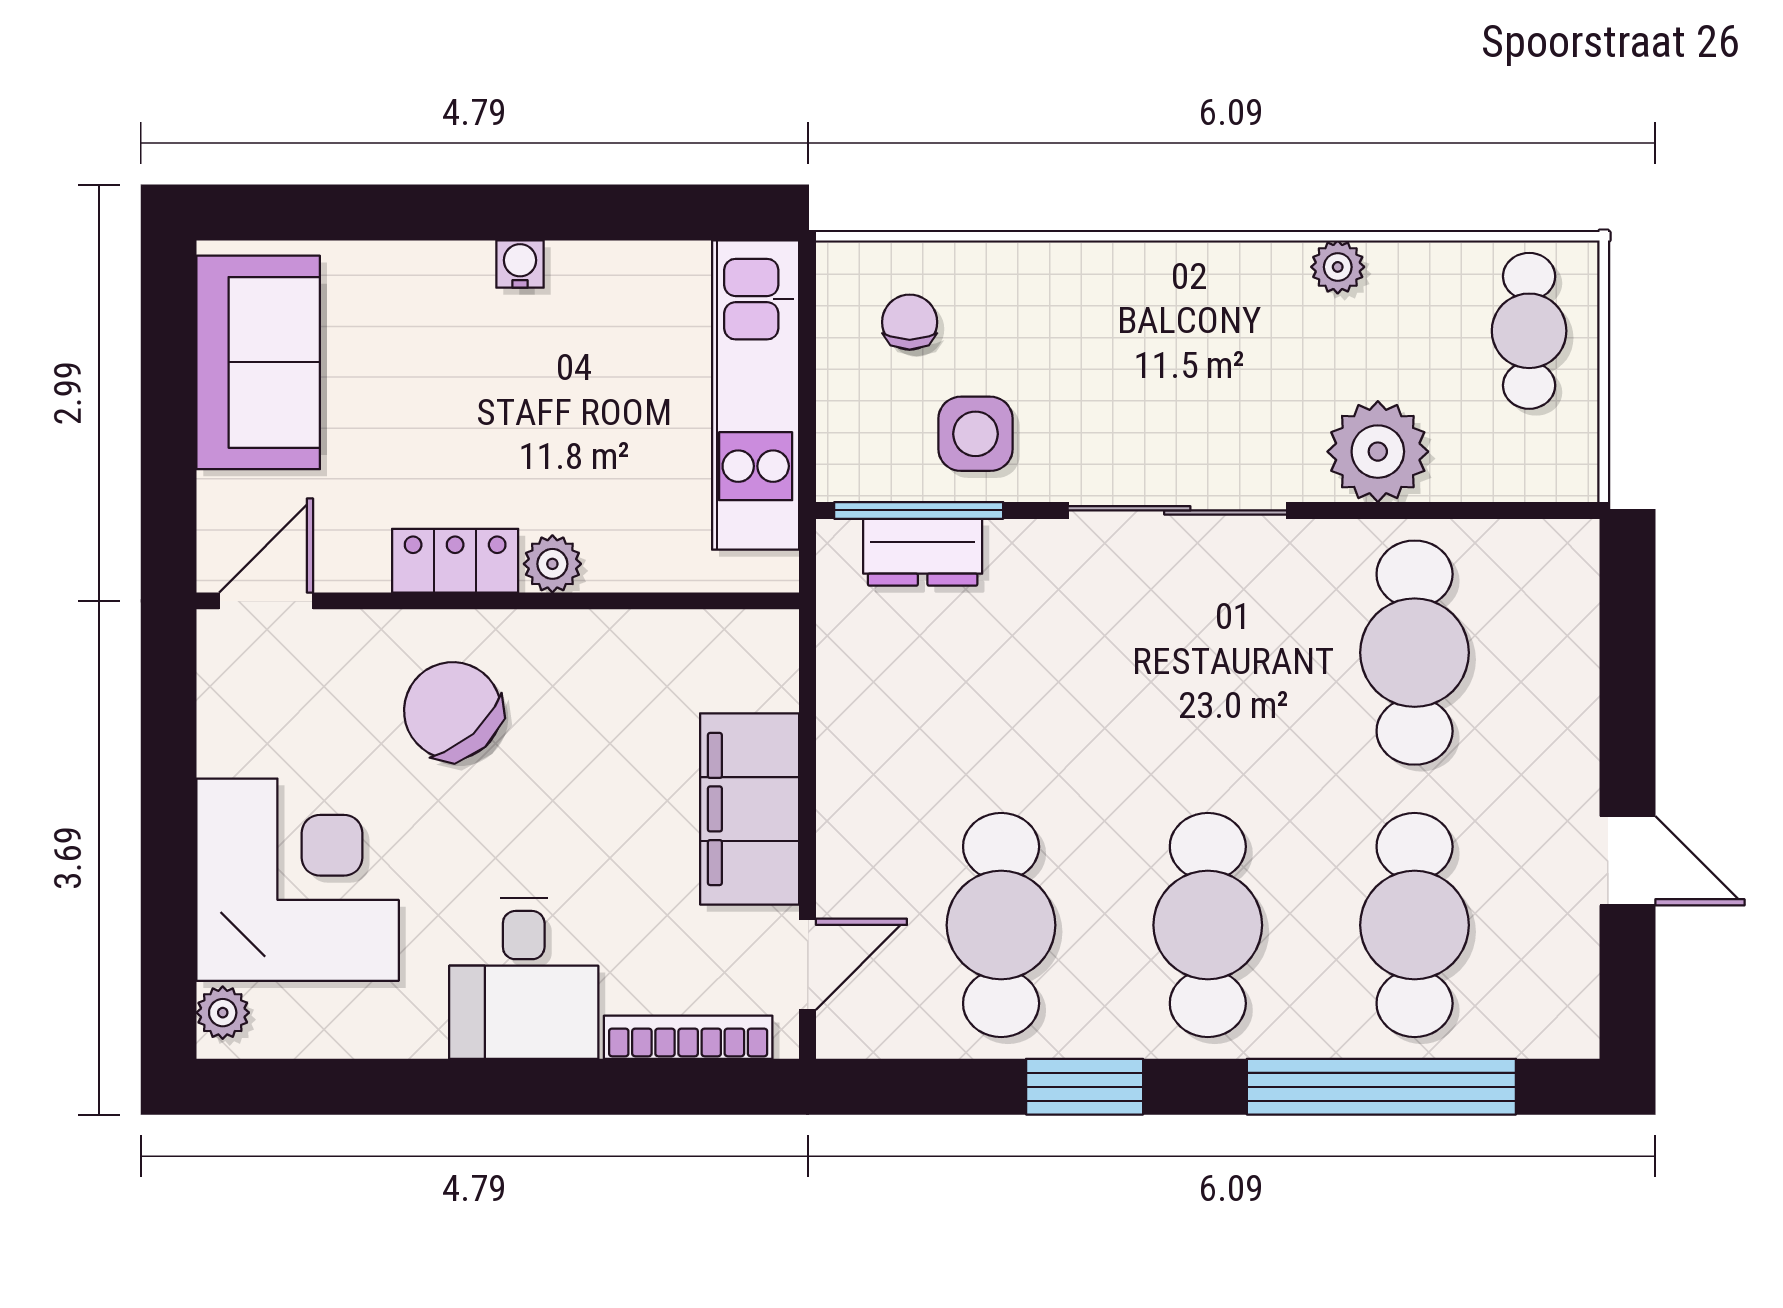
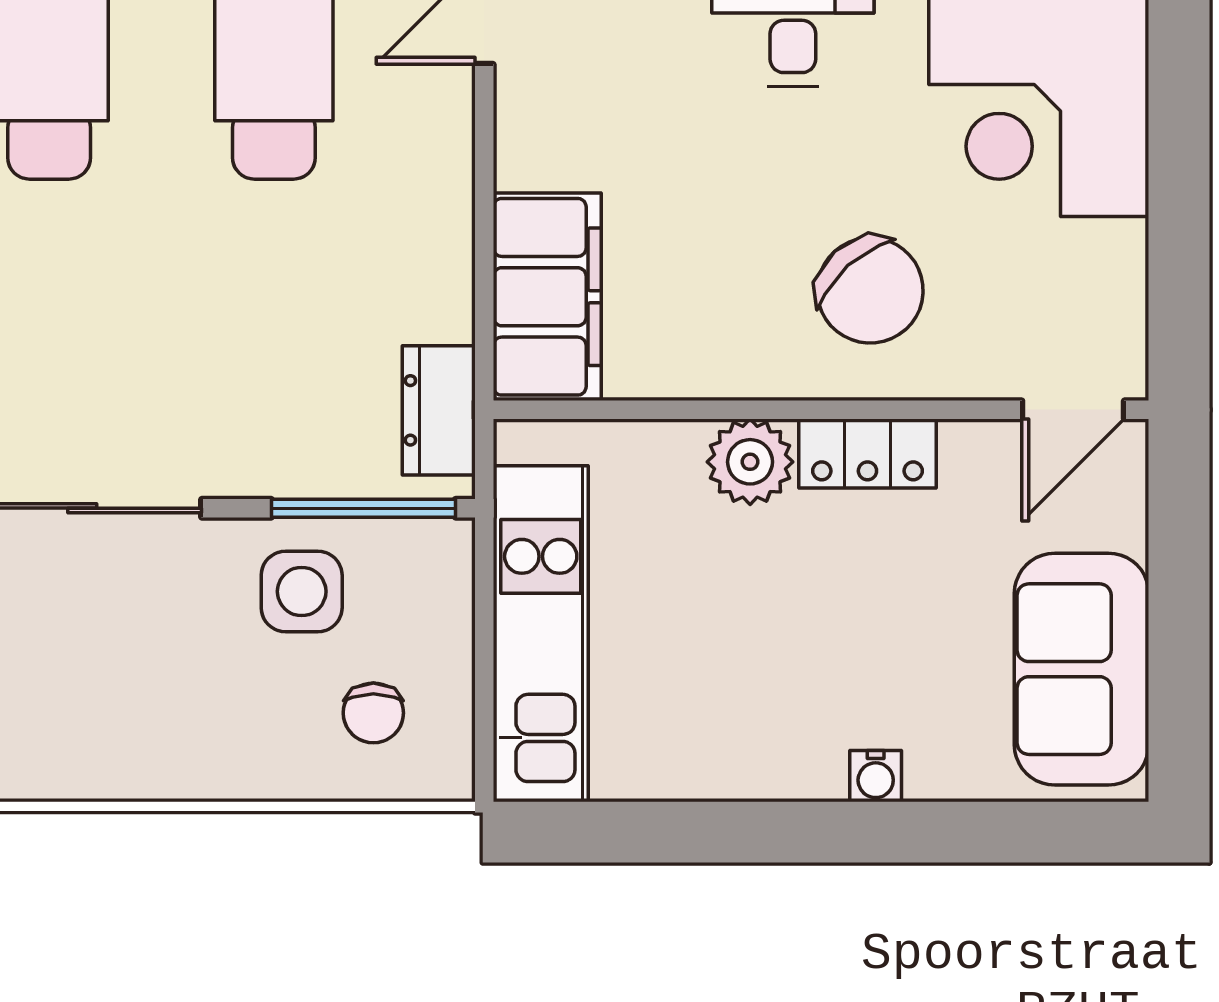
water cooler: (520, 264) -> (876, 776), moved
dresser: (923, 552) -> (439, 410), moved, turned -90
plant: (552, 564) -> (750, 462), width x1.38, depth x1.38
filing cabinet: (750, 809) -> (547, 297), moved

